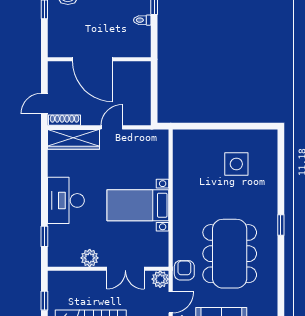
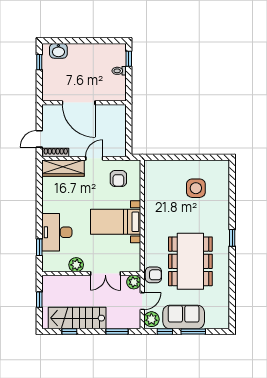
armchair: (141, 152) -> (118, 178), added
desk: (66, 200) -> (57, 232), moved
armchair: (184, 270) -> (153, 275), turned 90

